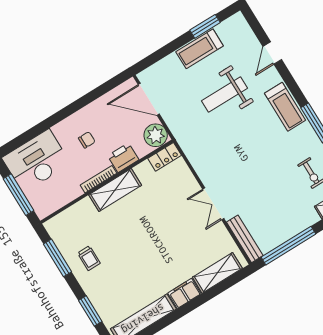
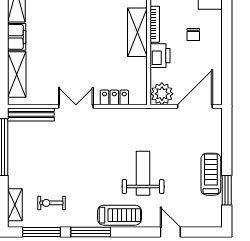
weight bench: (224, 94) -> (143, 173), moved
treadmill: (285, 107) -> (119, 215), turned 180
locker: (165, 157) -> (114, 97), moved, turned 90

